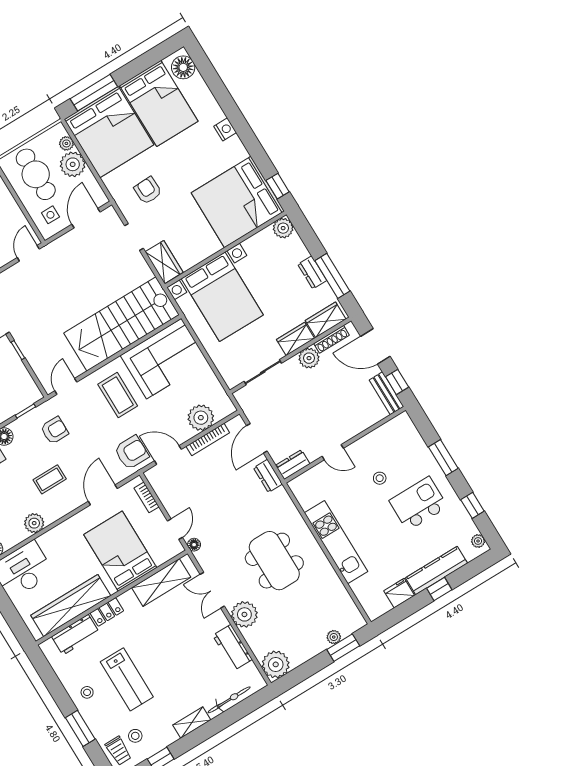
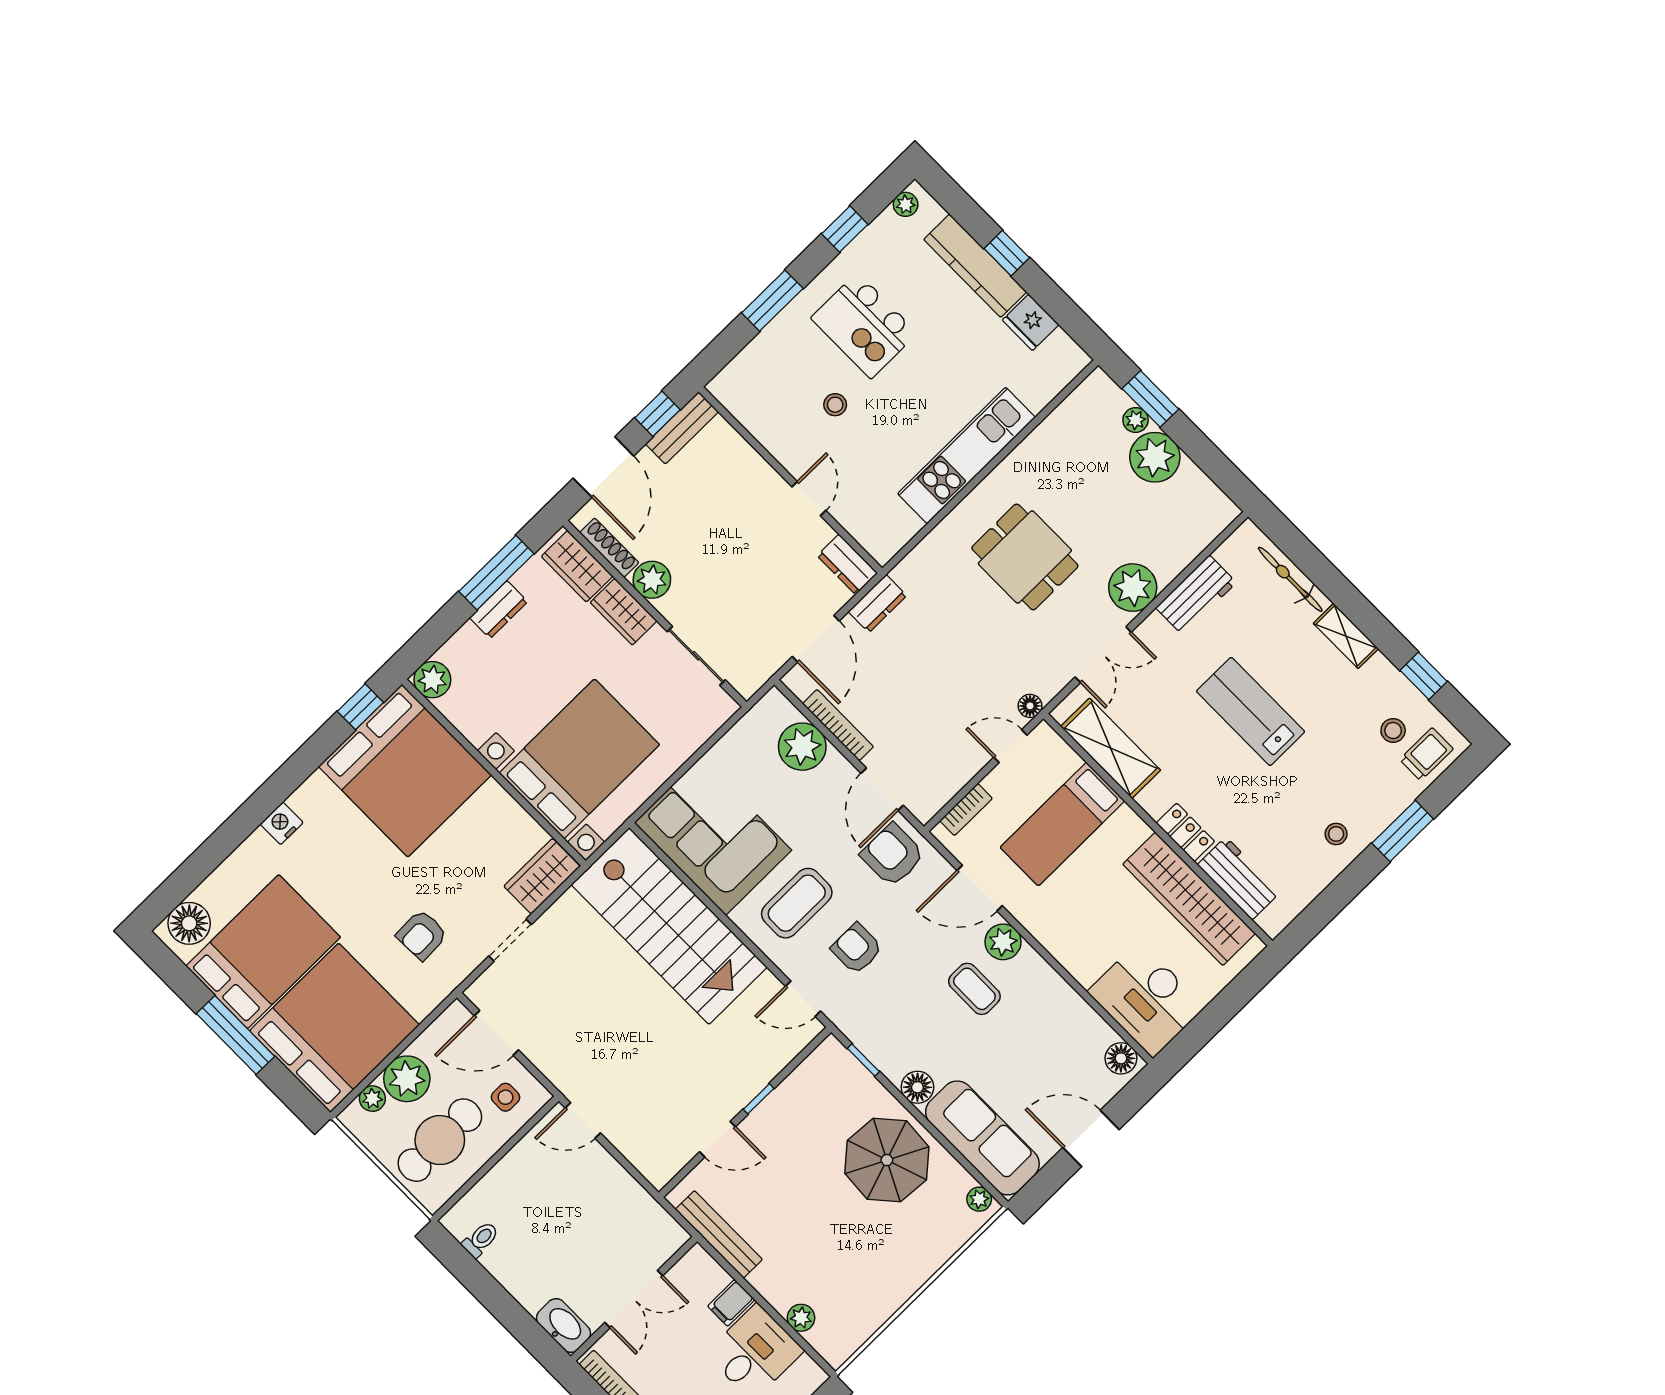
window: (94, 93) -> (235, 1035), moved
armchair: (54, 430) -> (857, 949), moved
door: (257, 438) -> (816, 639), hinge flipped
plant: (34, 523) -> (1003, 942), moved
bed: (120, 551) -> (1062, 824), width x0.67
dining table: (274, 561) -> (1025, 557), width x0.73
plant: (276, 664) -> (1155, 457), moved
lab bench: (127, 679) -> (1251, 711), moved, turned -90

